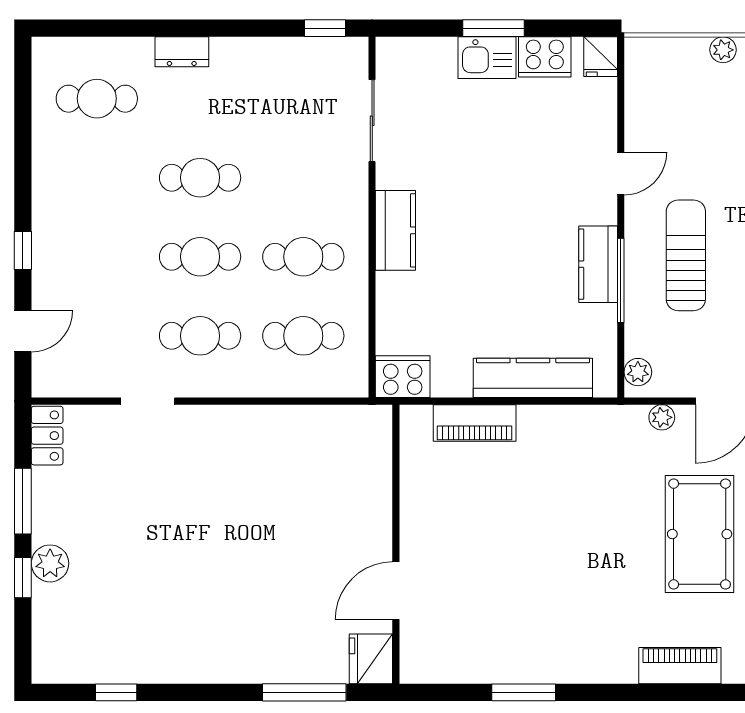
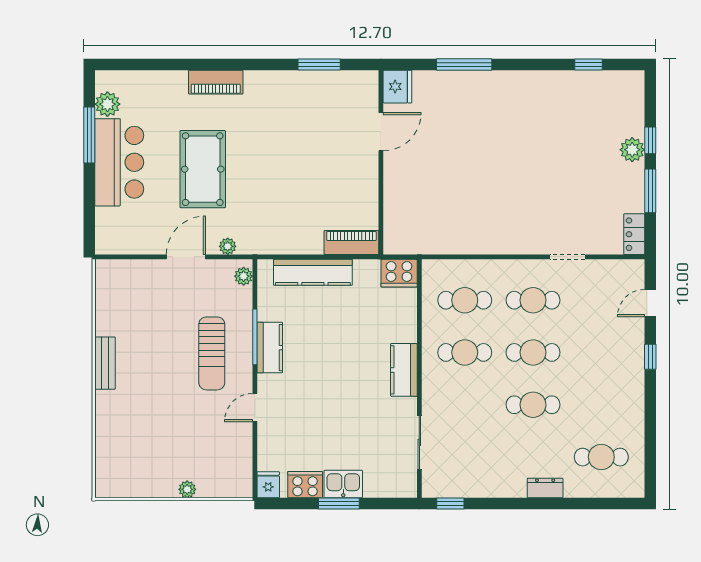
wall: (396, 544) -> (381, 162), moved
door: (396, 591) -> (381, 132), moved
fridge: (371, 659) -> (397, 87), moved

